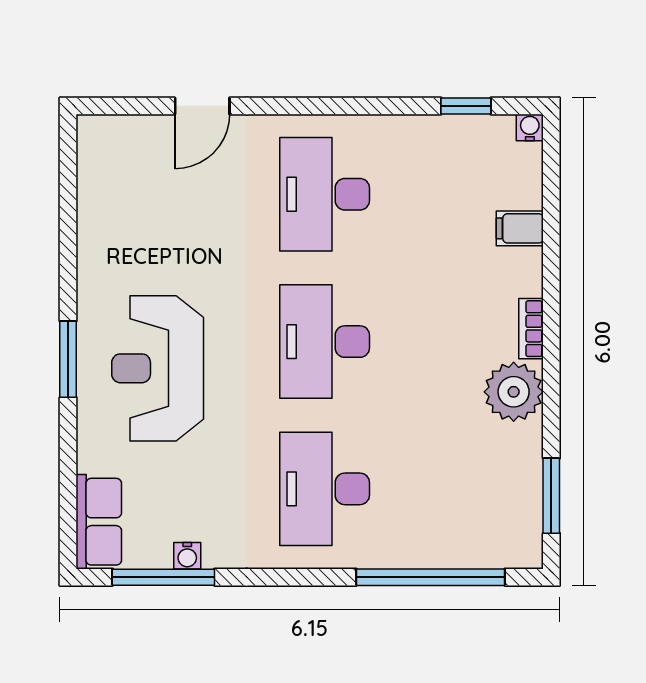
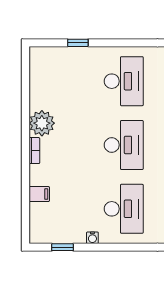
water cooler: (530, 127) -> (92, 238), moved
window: (551, 496) -> (26, 78), removed
window: (431, 577) -> (78, 43), width x0.32

